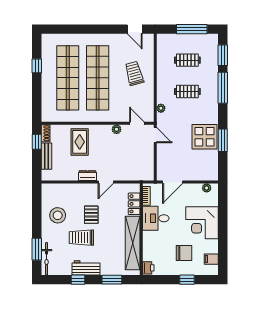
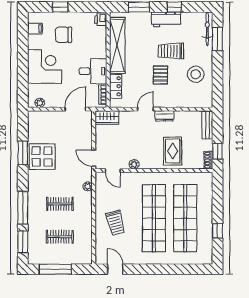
bench: (46, 156) -> (207, 125), moved
wardrobe: (142, 174) -> (107, 117), added
trolley: (81, 238) -> (171, 51), turned 180

